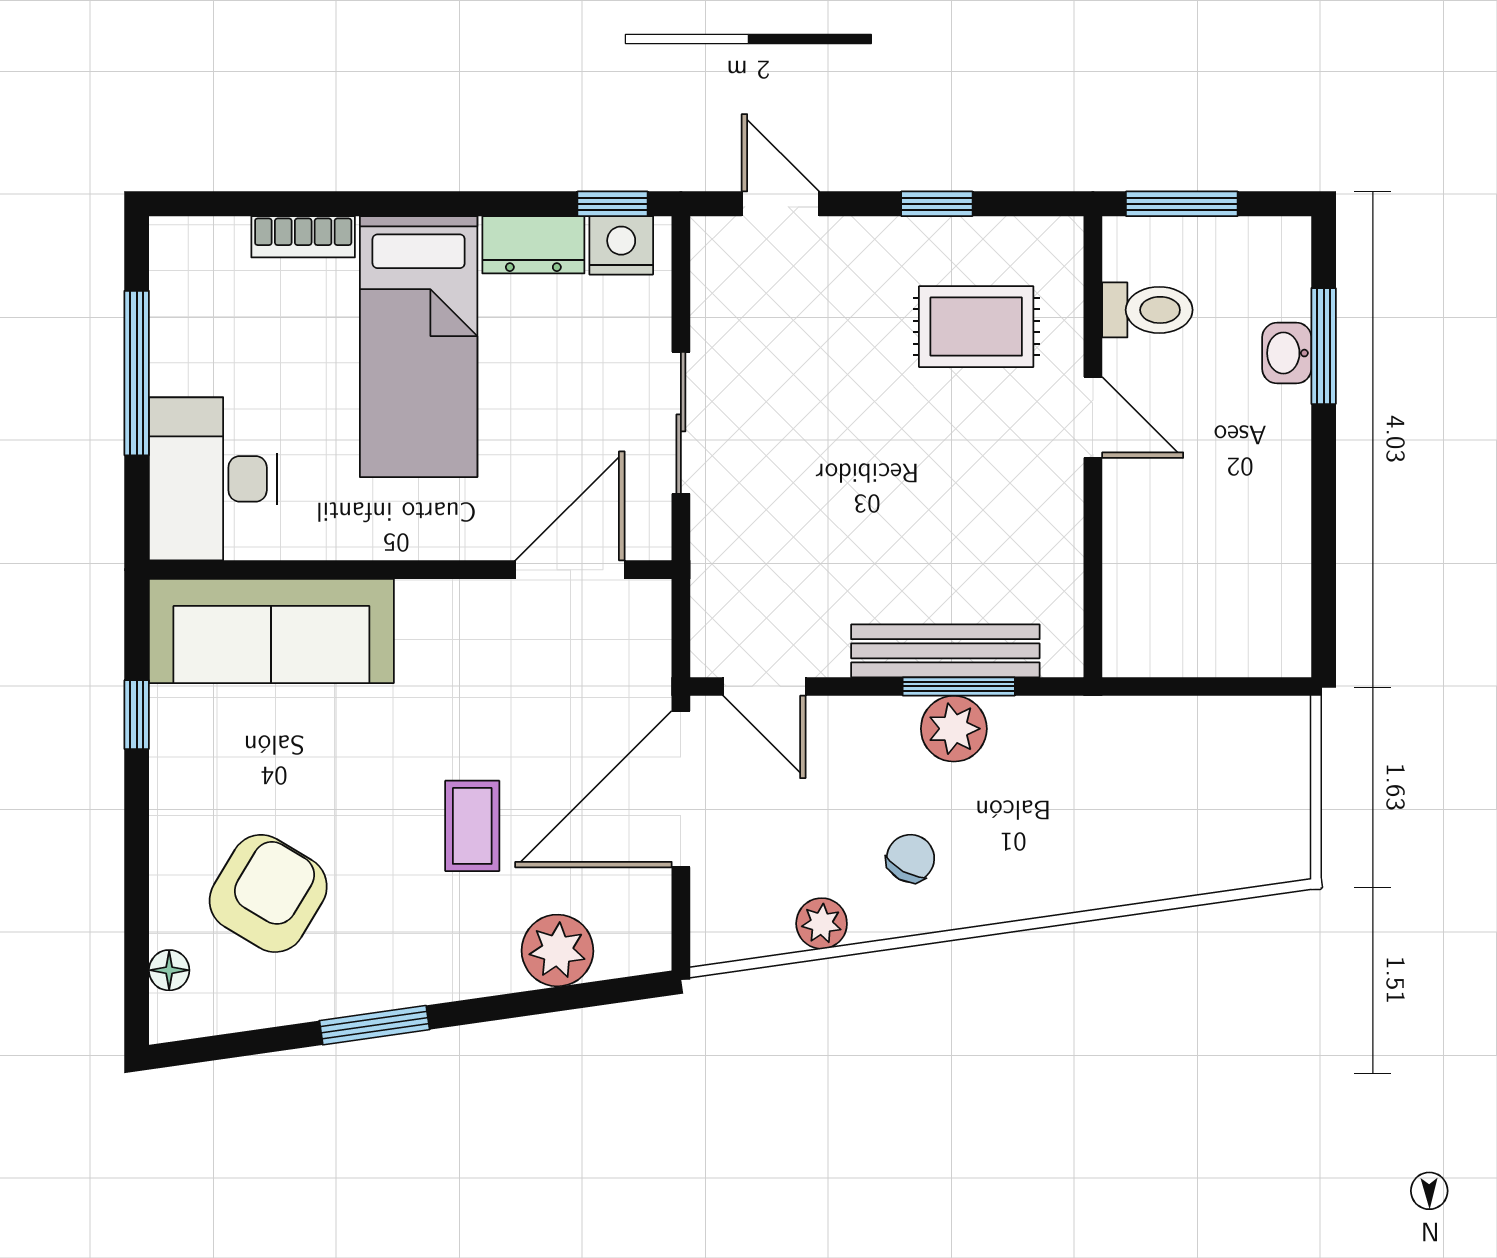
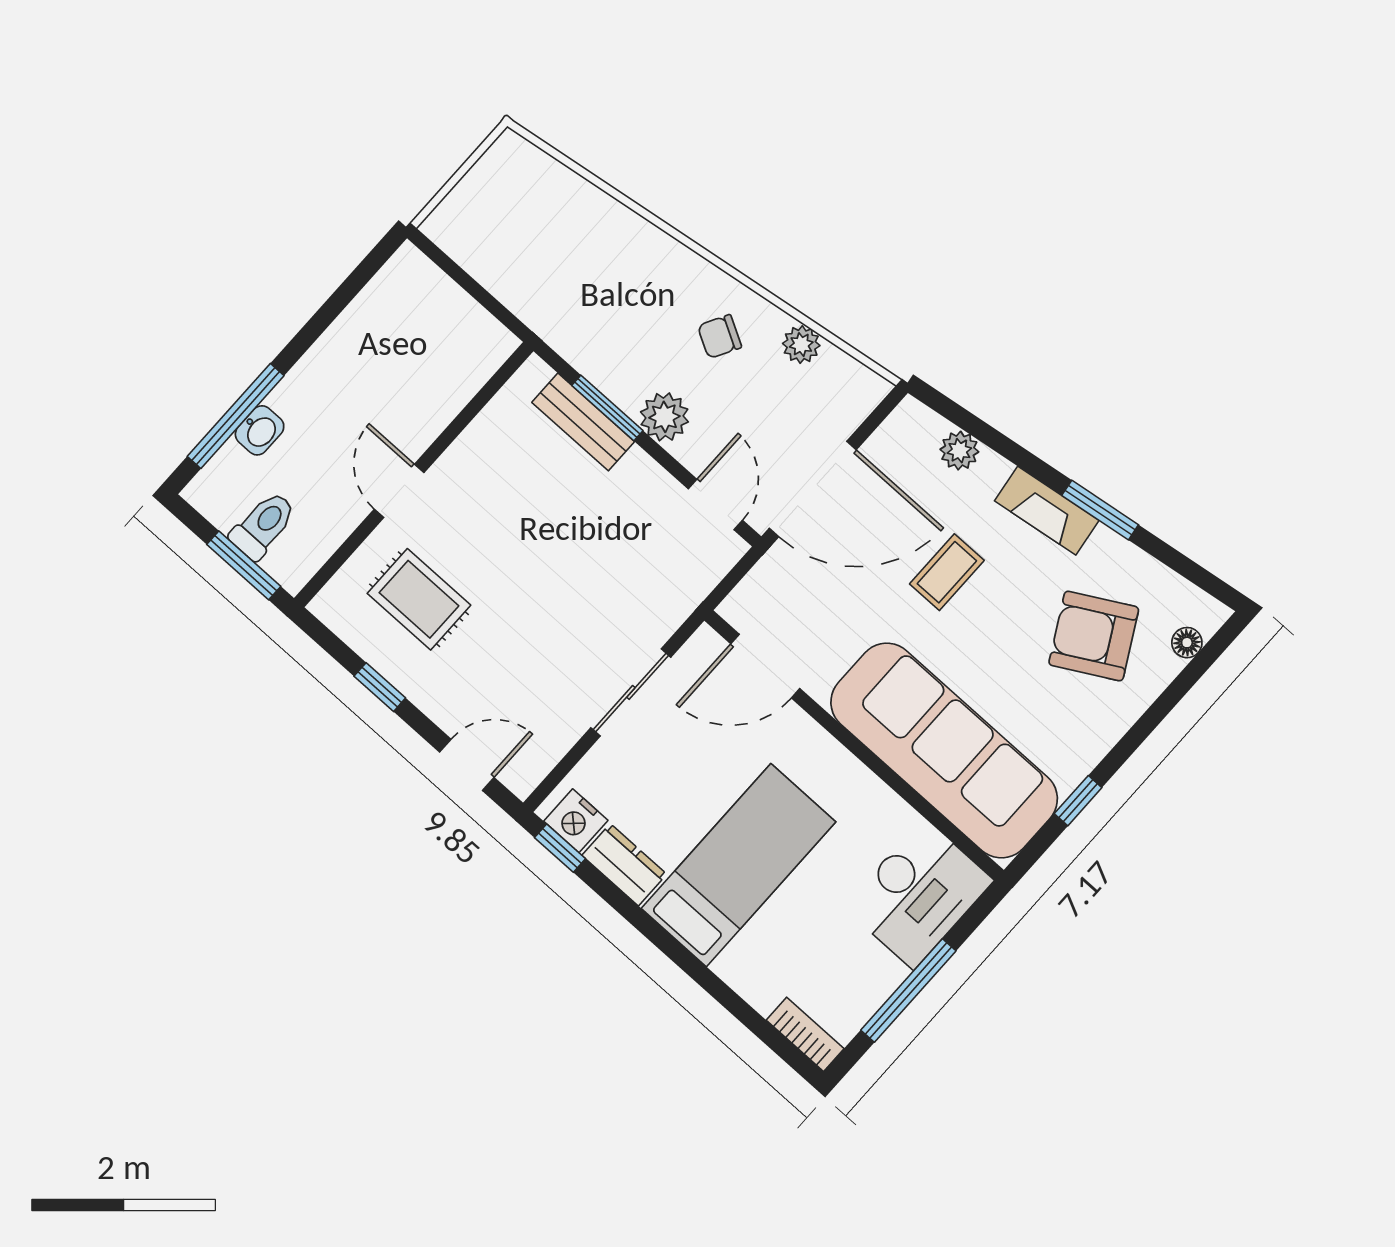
door: (780, 204) -> (467, 765), swing flipped
bookcase: (303, 237) -> (805, 1034), moved
toilet: (1147, 310) -> (263, 525), moved, turned 90
window: (1324, 346) -> (236, 416), width x1.44
sofa: (271, 631) -> (944, 751), width x1.36, depth x1.27
bench: (945, 651) -> (583, 422), width x0.73
plant: (954, 729) -> (664, 417), moved
armchair: (268, 893) -> (1094, 636), turned 30
plant: (557, 950) -> (959, 451), width x0.73, depth x0.73
fireplace: (428, 977) -> (1047, 511), added

